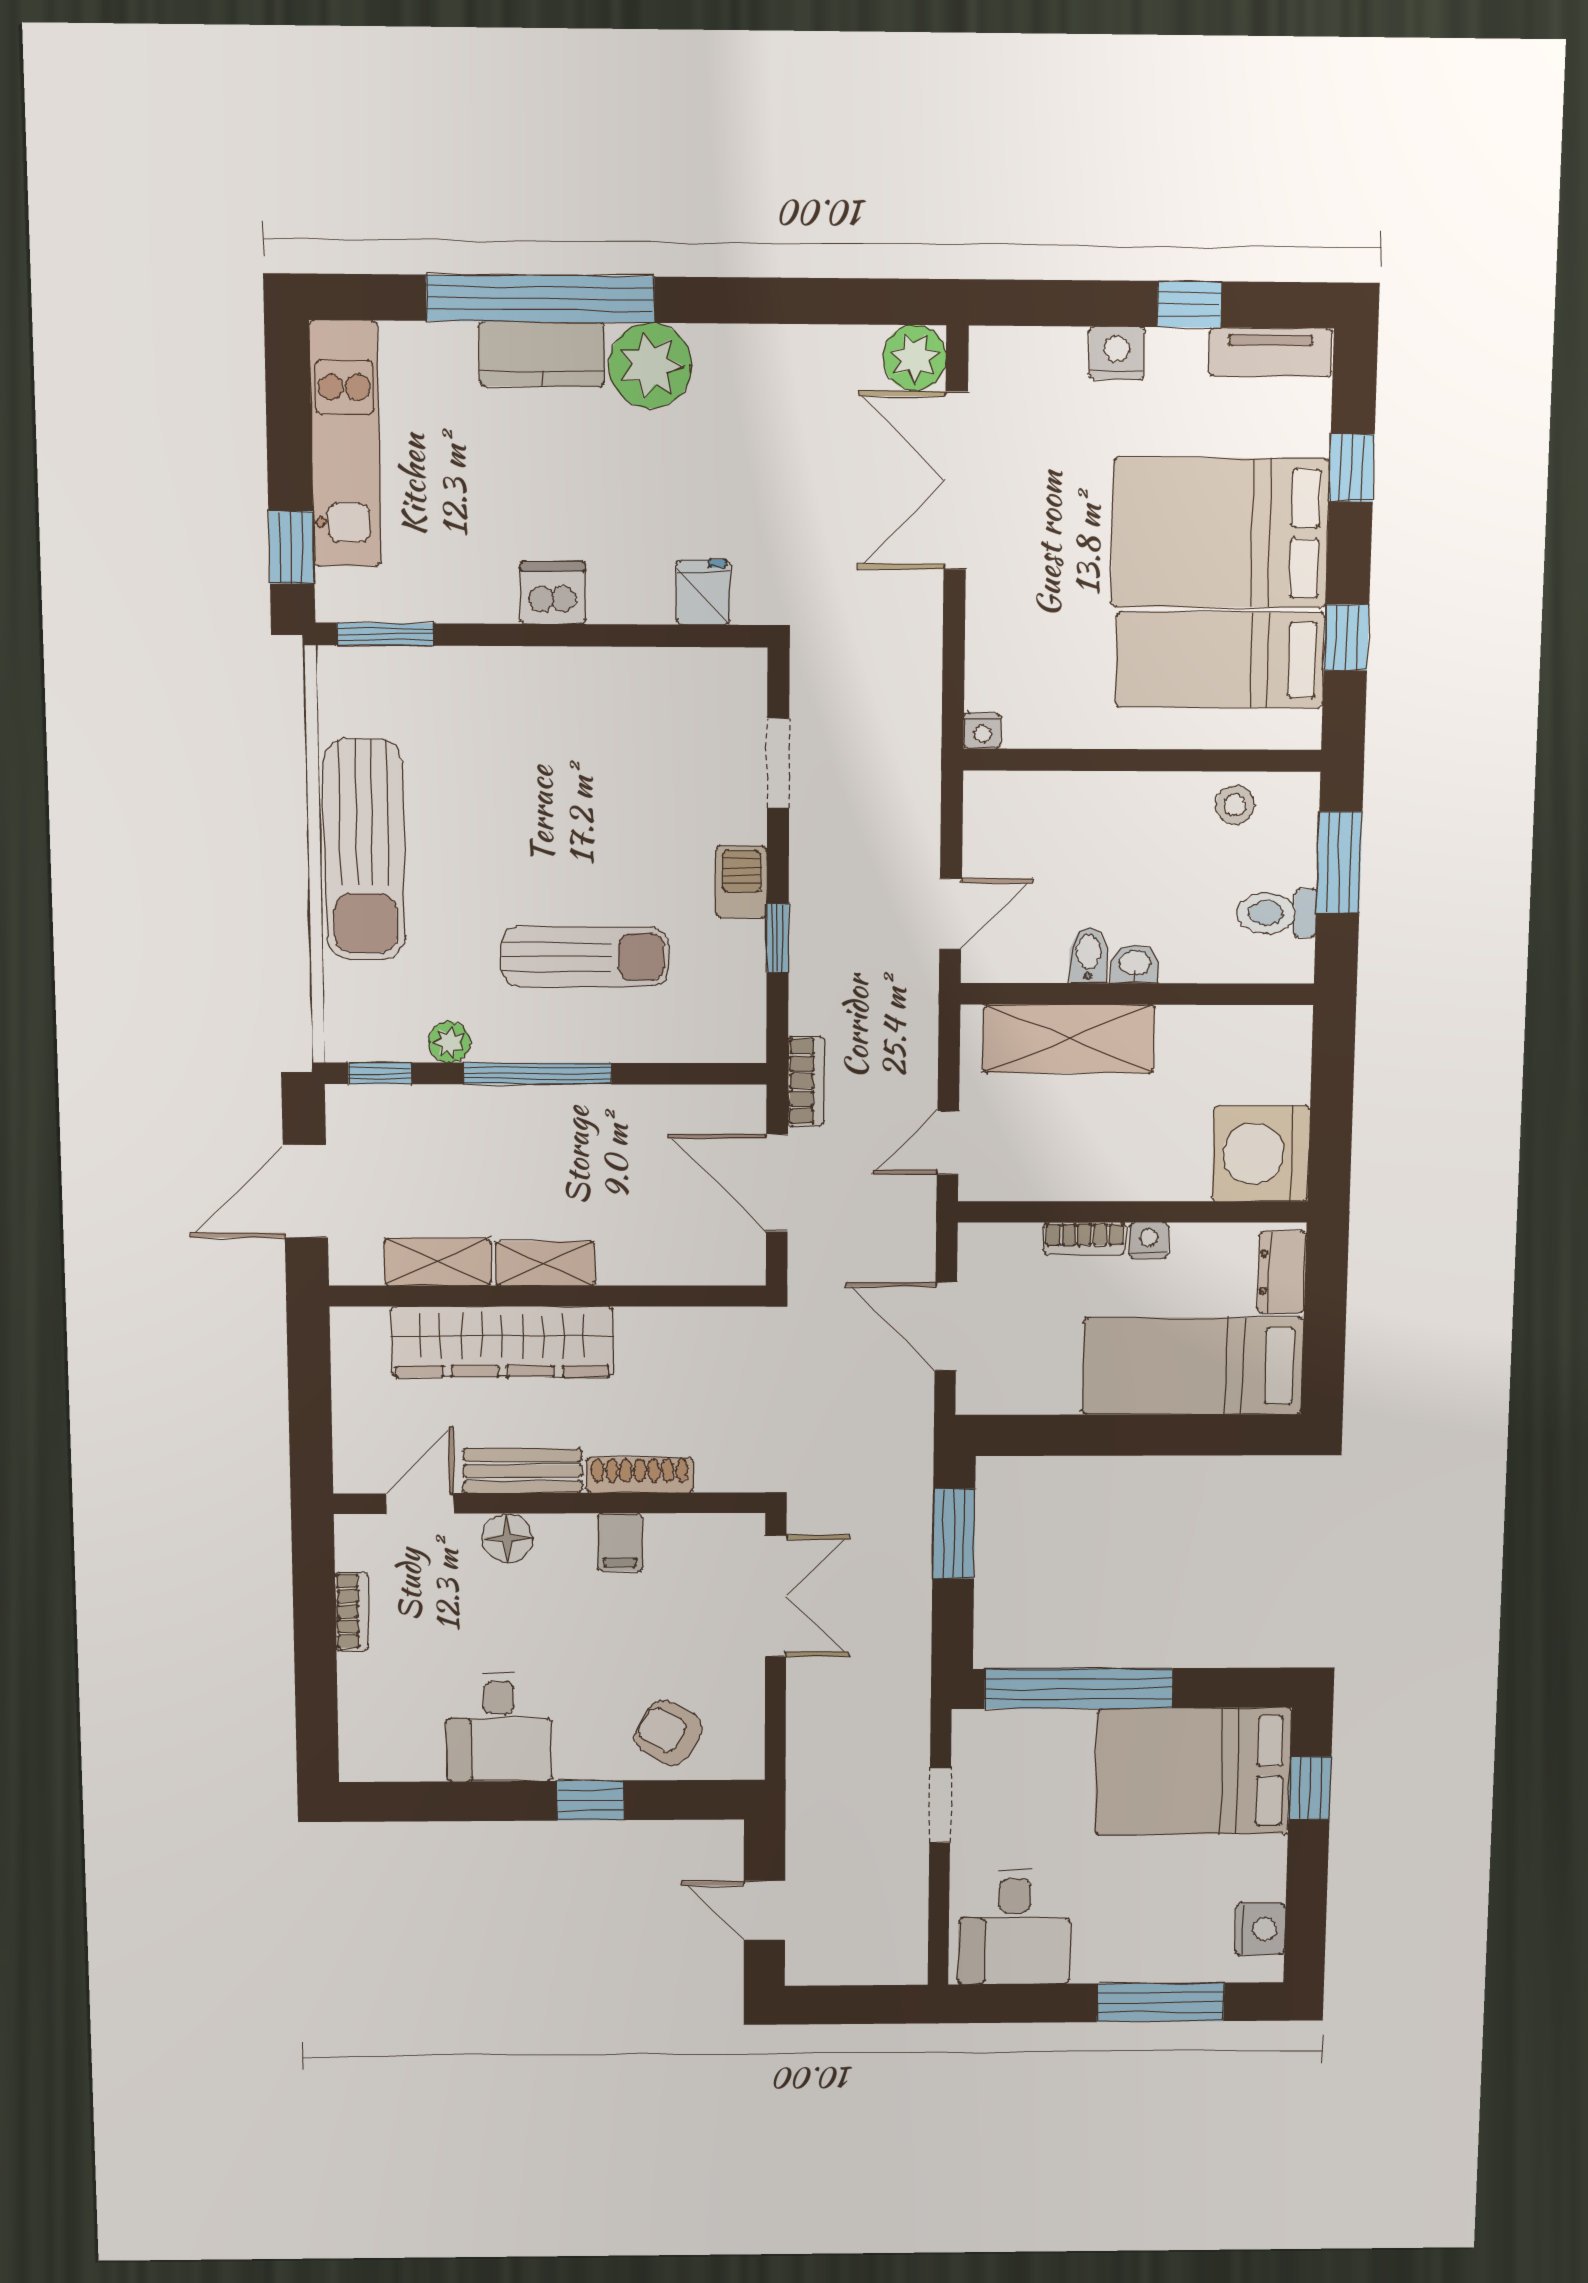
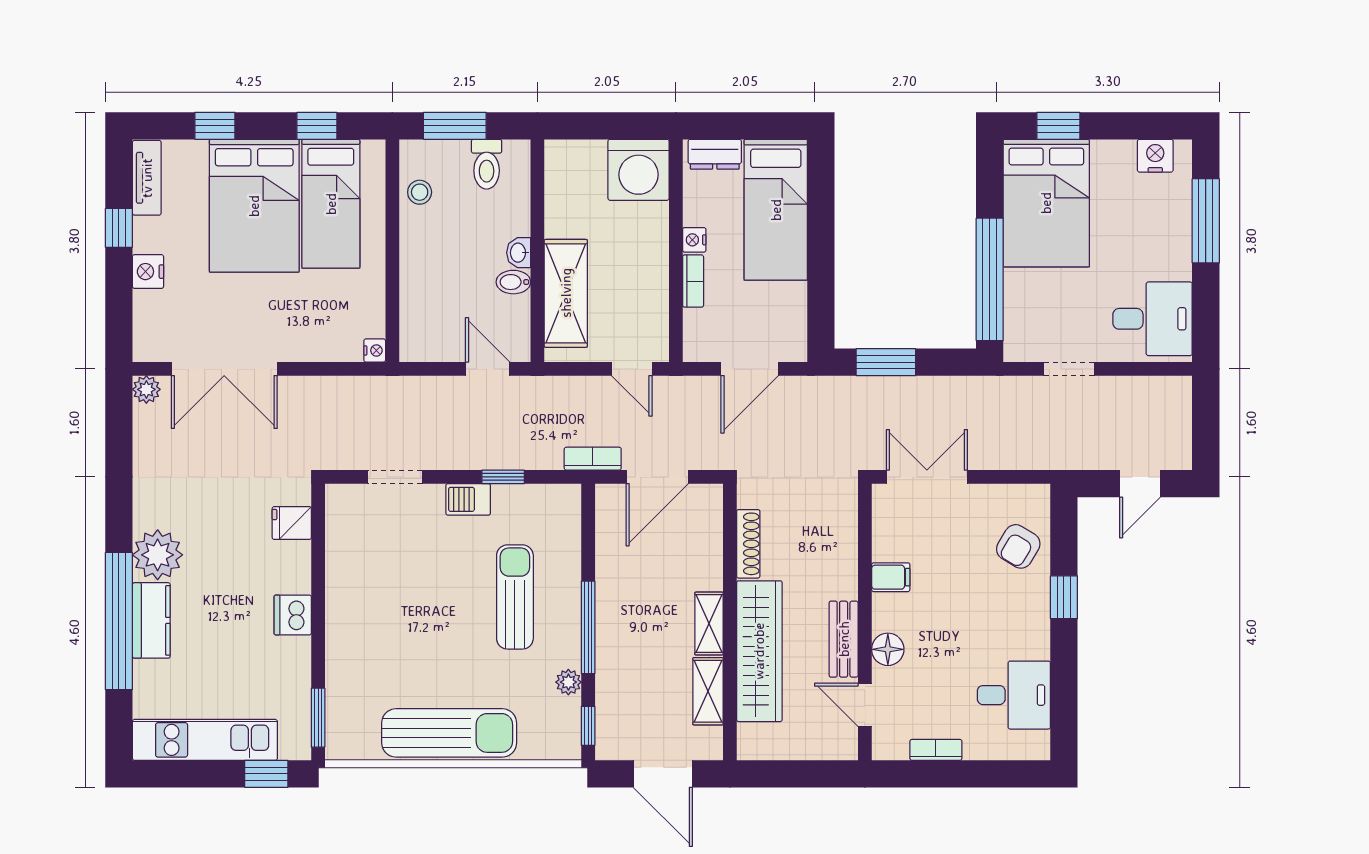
plant: (915, 358) -> (146, 389), width x0.73, depth x0.73
shoe rack: (640, 1475) -> (748, 544), moved, turned 180
desk: (499, 1727) -> (1014, 695), moved

